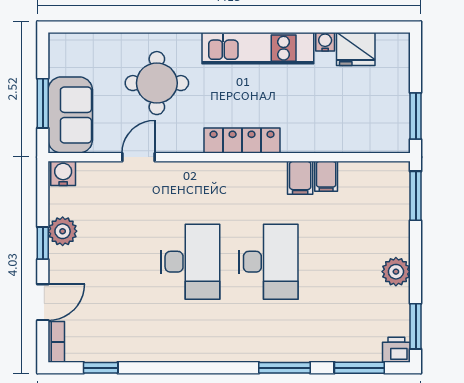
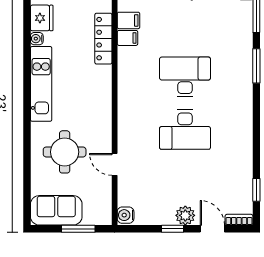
sofa: (70, 115) -> (56, 210), moved
locker: (242, 141) -> (103, 39), moved
filing cabinet: (300, 178) -> (128, 20), moved
plant: (63, 231) -> (185, 215), moved
desk: (190, 262) -> (185, 130), turned 180

